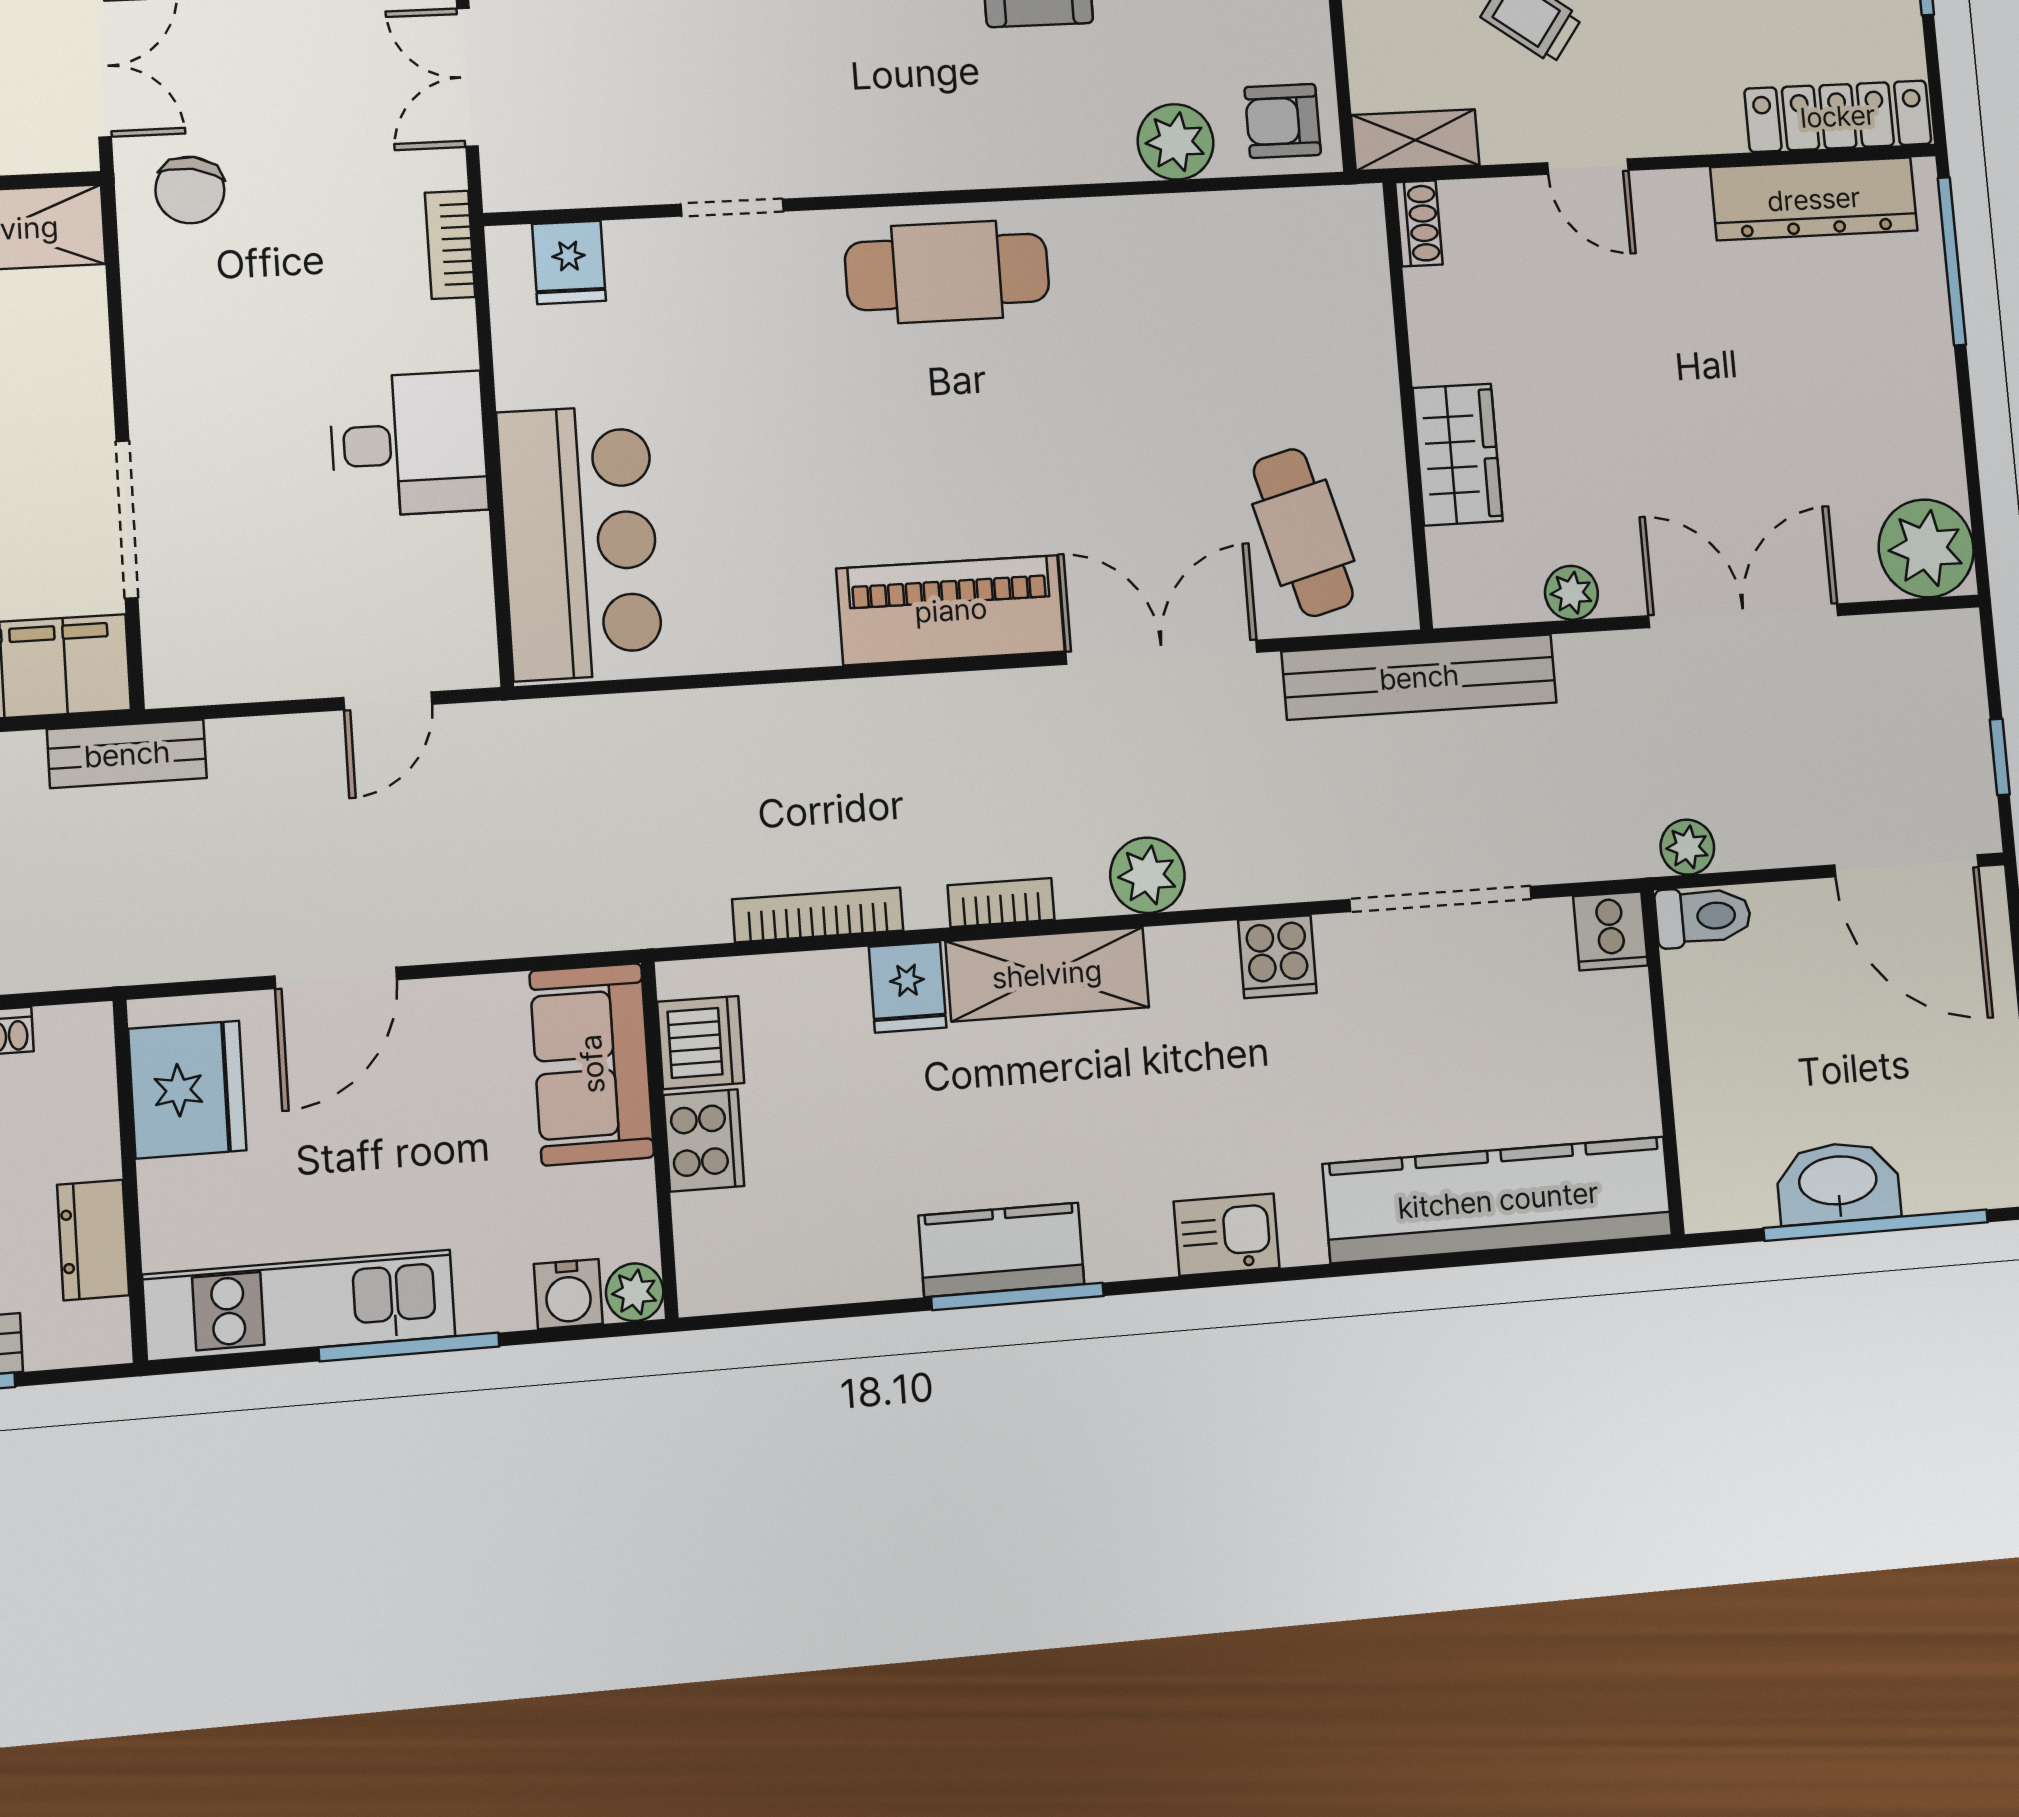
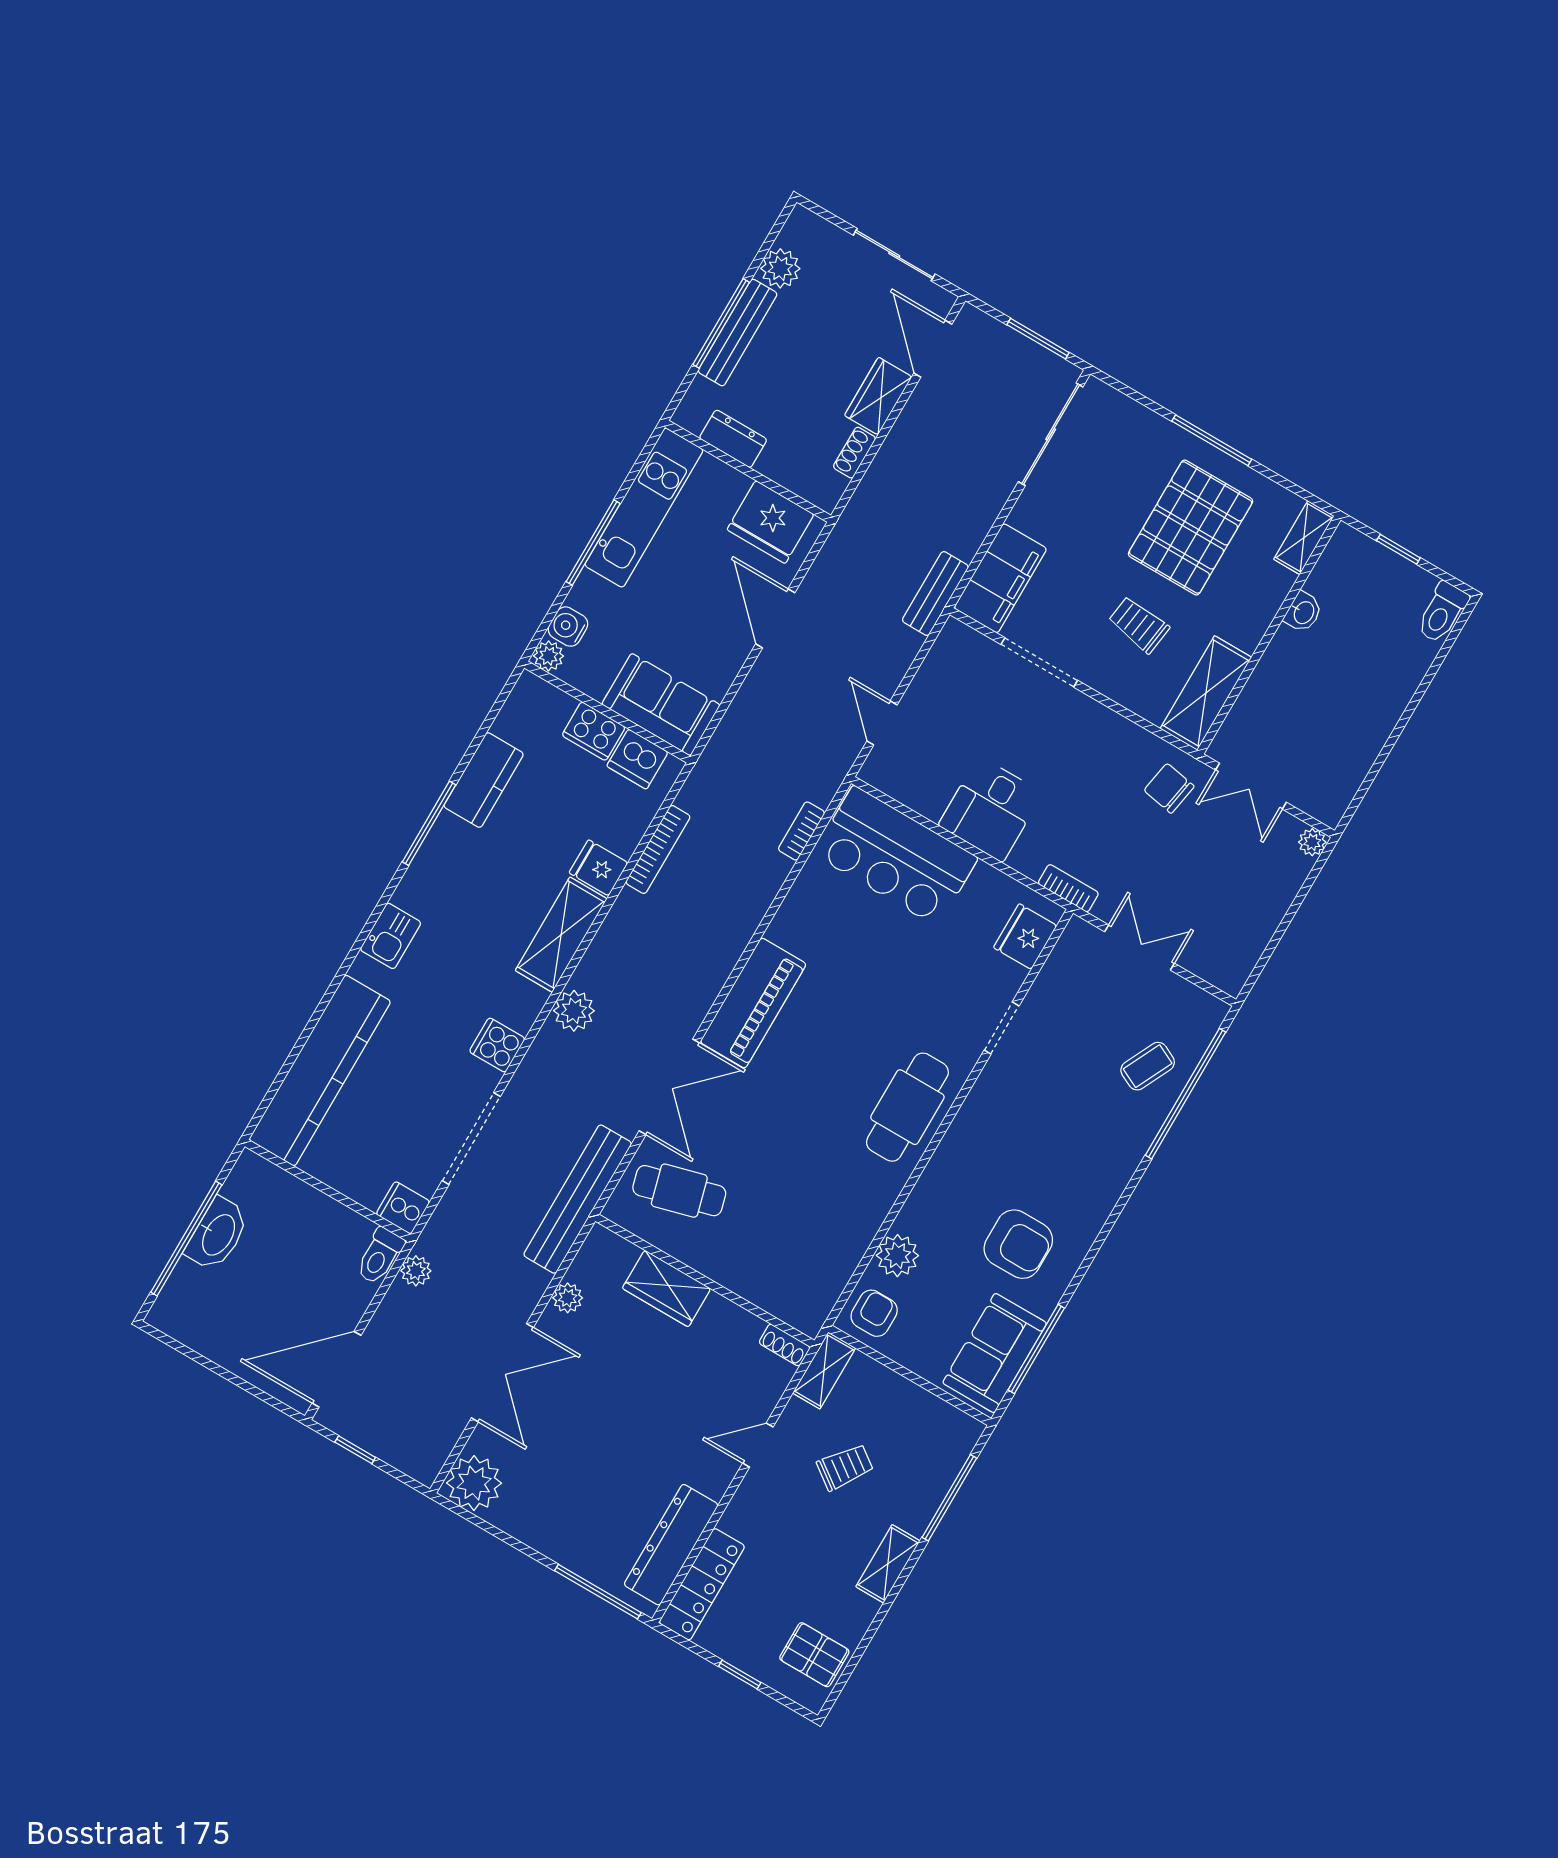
fridge: (569, 262) -> (1025, 937), width x1.38
bookcase: (1001, 902) -> (801, 831), moved, turned 180
kitchen counter: (1001, 1250) -> (484, 780), moved

